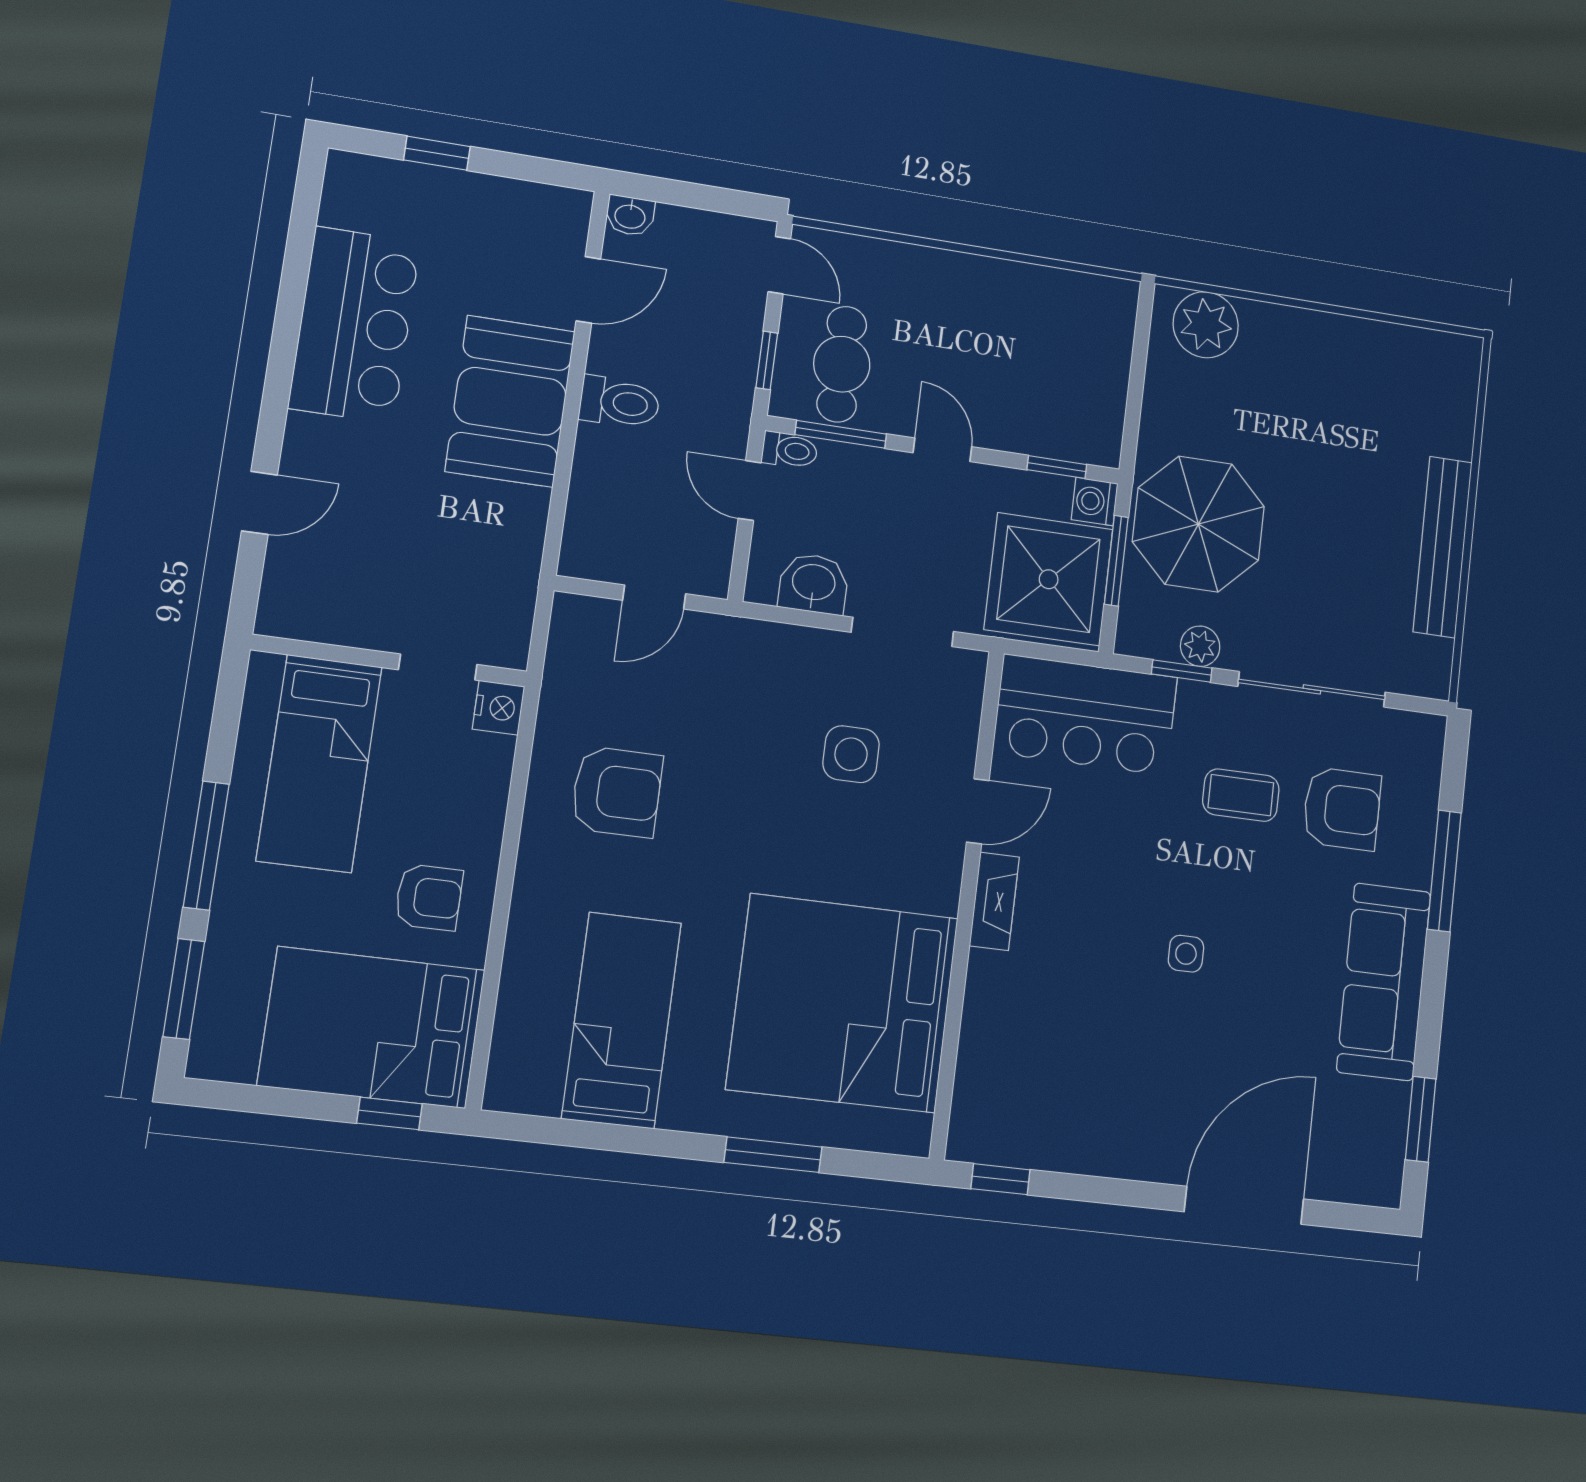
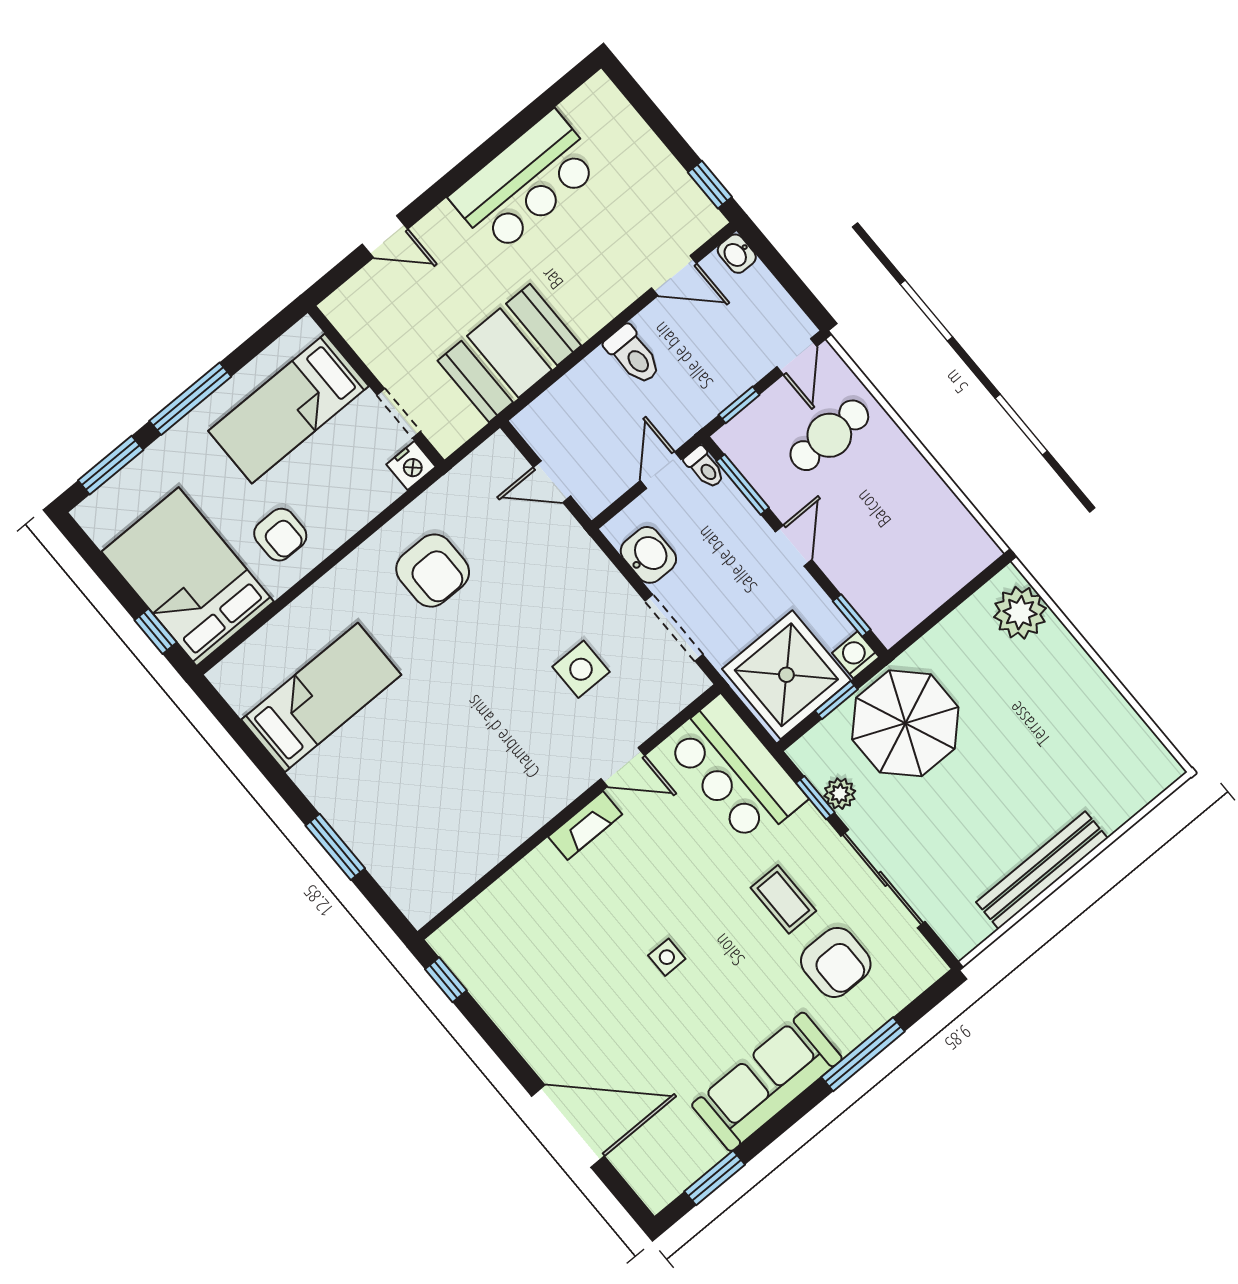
window: (437, 153) -> (710, 185), moved
cafe table: (842, 364) -> (829, 435), moved
booth: (510, 401) -> (509, 353), moved
window: (1116, 561) -> (836, 700), width x0.67
bed: (843, 1003) -> (449, 802), removed

